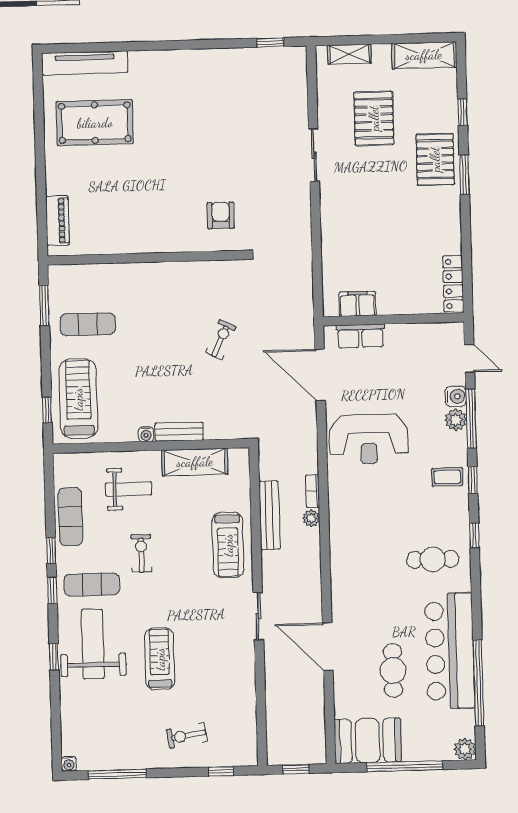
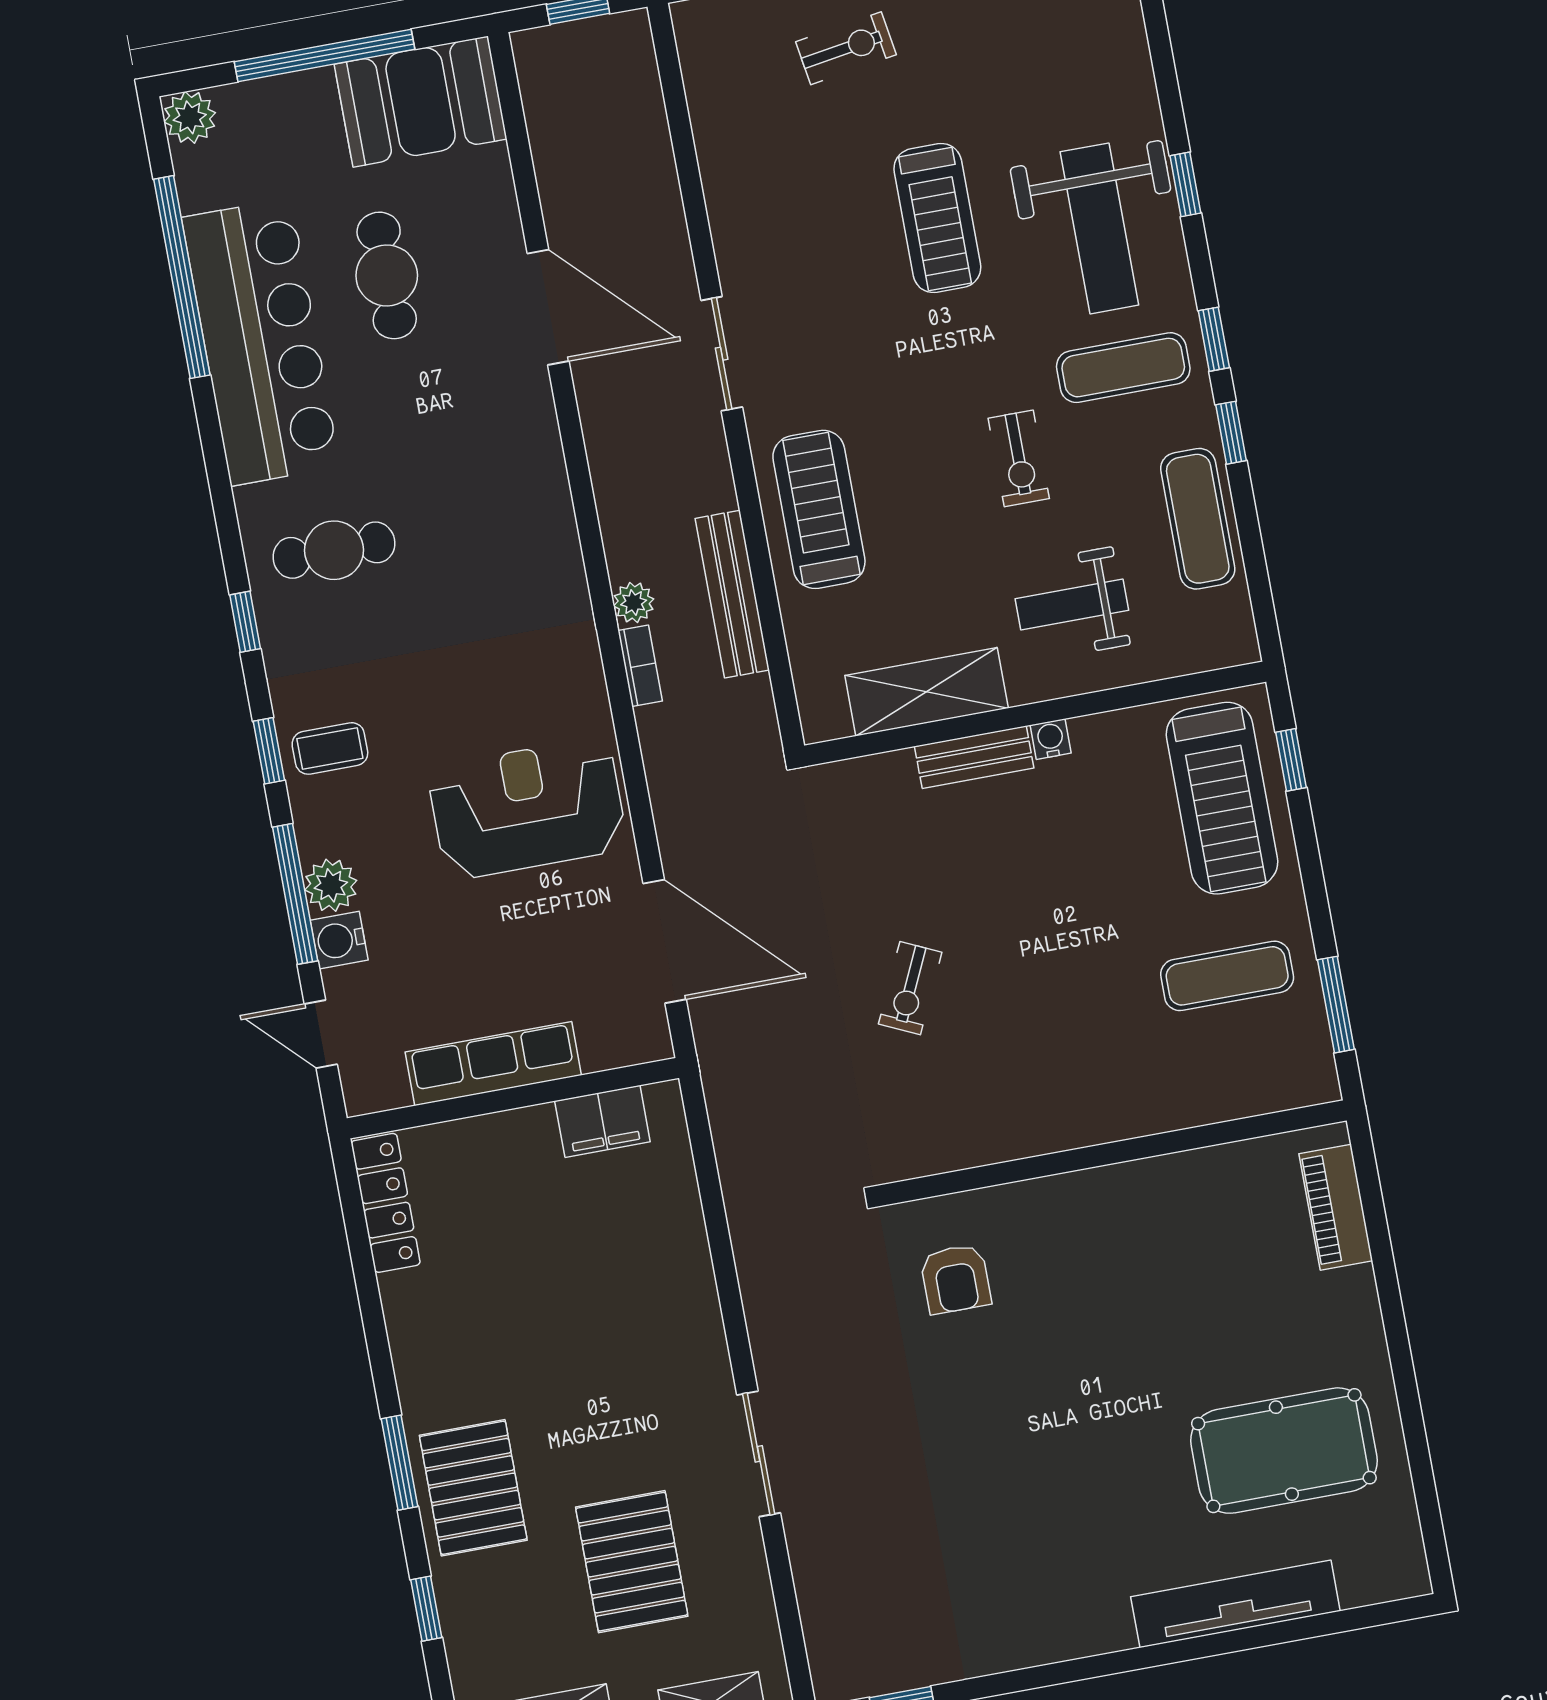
tv unit: (85, 63) -> (1235, 1604), moved
row of seats: (360, 336) -> (493, 1064), moved, width x1.48

